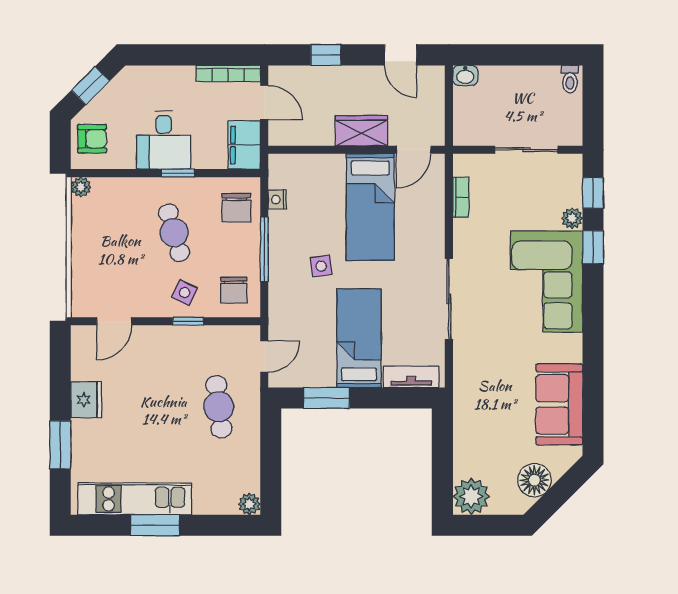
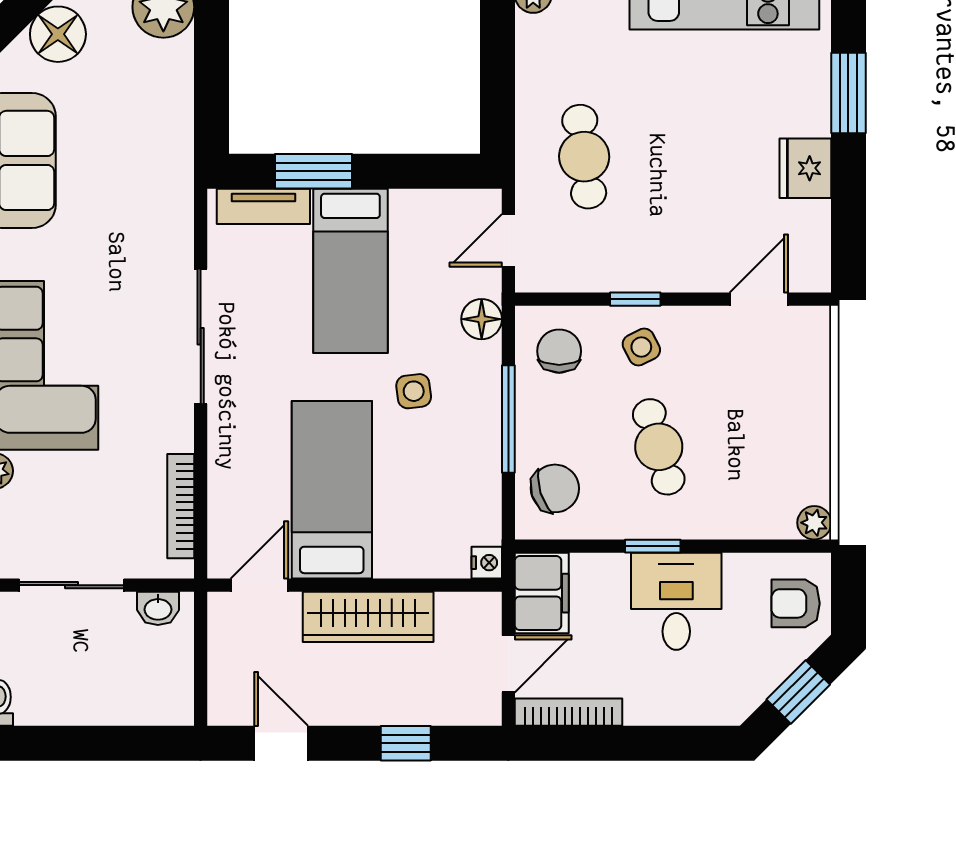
washbasin: (465, 75) -> (158, 608), moved, turned 180
door: (264, 103) -> (508, 664), swing flipped
wardrobe: (361, 131) -> (368, 617), width x1.50
bookcase: (461, 197) -> (181, 506), width x1.56
nightstand: (277, 200) -> (487, 563), moved
chair: (236, 208) -> (555, 488), turned 72
side table: (185, 293) -> (641, 347), turned 37
floor lamp: (280, 309) -> (482, 319), added
window: (326, 398) -> (313, 171), moved

